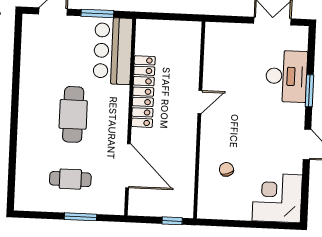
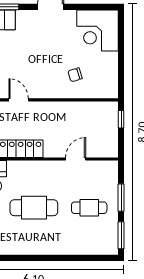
door: (128, 166) -> (76, 159), width x0.53
cafe table: (70, 179) -> (89, 208), turned 90
window: (37, 215) -> (121, 235), added

